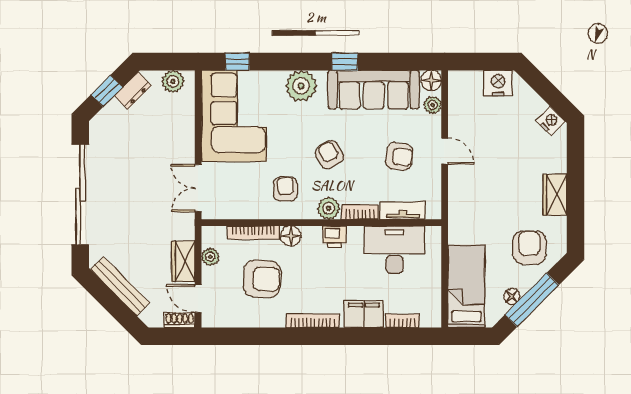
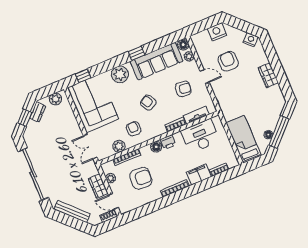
plant: (329, 208) -> (119, 146), moved
floor lamp: (291, 236) -> (156, 147), moved
armchair: (529, 247) -> (228, 61), moved

